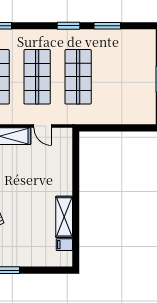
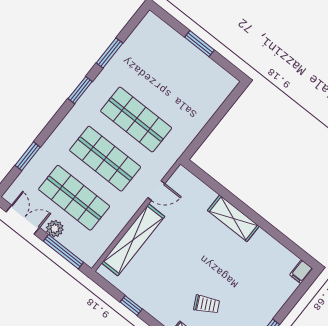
shelving: (64, 217) -> (233, 218), moved
filing cabinet: (64, 245) -> (301, 272), moved

